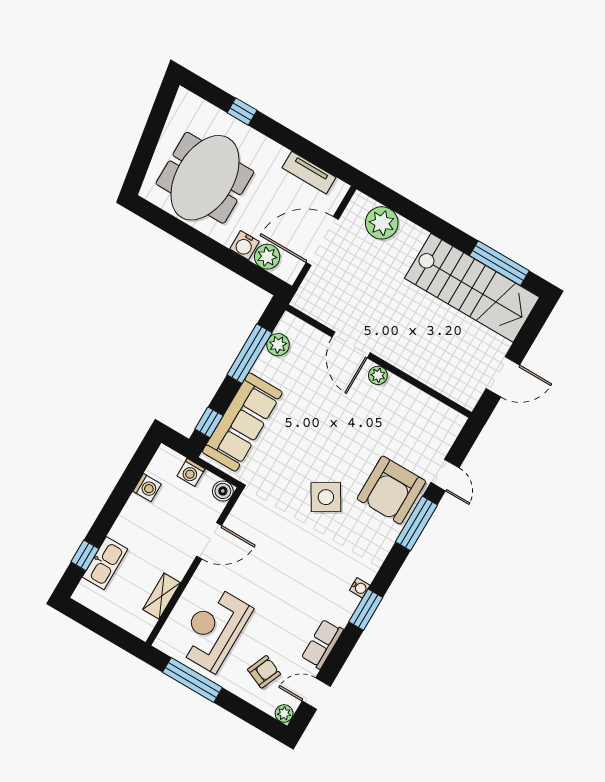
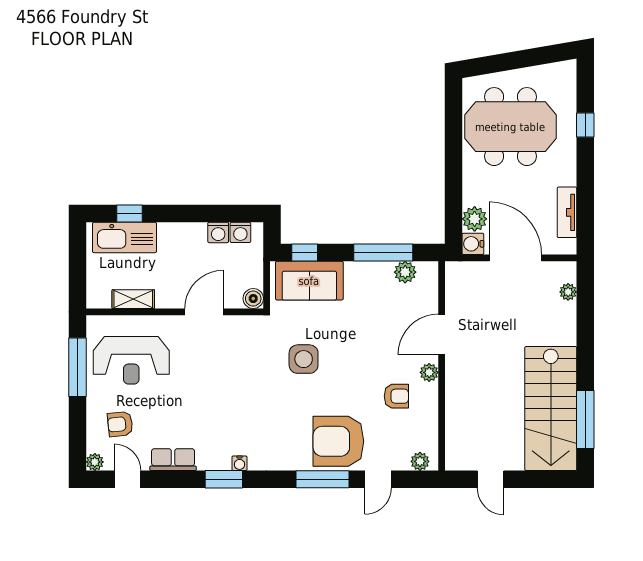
plant: (382, 223) -> (568, 292), width x0.53, depth x0.53
water cooler: (245, 245) -> (473, 244), moved
door: (503, 377) -> (491, 479), width x0.73
armchair: (382, 416) -> (396, 396), added
sofa: (242, 422) -> (309, 281), width x0.73
plant: (451, 429) -> (420, 461), added
washing machine: (191, 472) -> (240, 232), moved, turned -90
side table: (326, 497) -> (304, 359), moved, turned 31
door: (209, 541) -> (204, 312), swing flipped
kitchen sink: (105, 563) -> (124, 237), width x1.36, depth x1.24
reception desk: (214, 629) -> (131, 360), turned 180
armchair: (264, 672) -> (120, 424), turned 151

